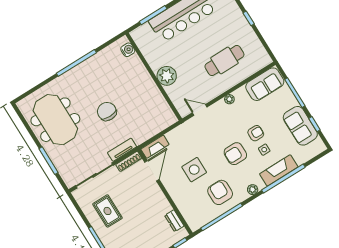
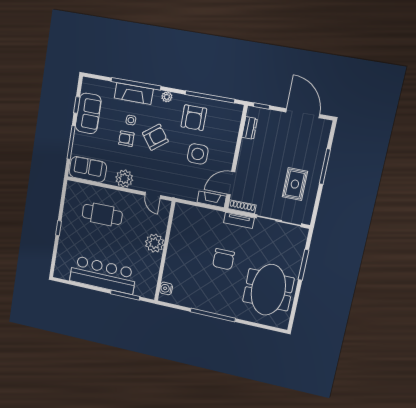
plant: (229, 99) -> (124, 179), width x1.88, depth x1.88
armchair: (235, 154) -> (155, 137), turned -37

